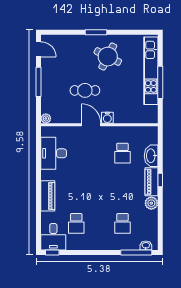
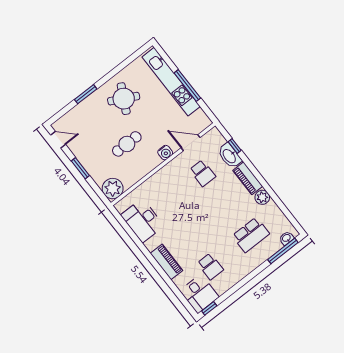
window: (96, 32) -> (86, 94), moved
window: (39, 82) -> (80, 168), width x0.69
plant: (46, 118) -> (113, 189), width x1.88, depth x1.88
door: (91, 125) -> (191, 143), moved
window: (160, 180) -> (235, 146), moved
school desk: (122, 223) -> (251, 235), width x1.85

